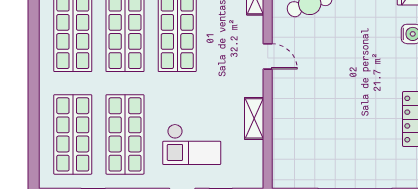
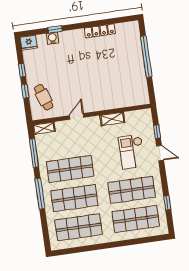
checkout: (192, 144) -> (132, 152), turned 180

